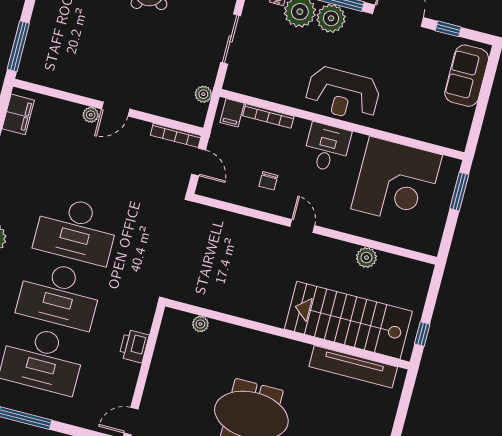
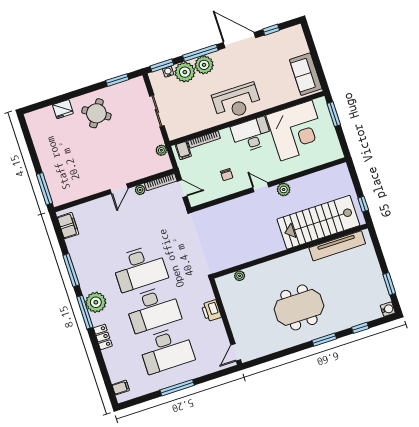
sofa: (467, 76) -> (306, 74), moved
plant: (91, 115) -> (140, 190), moved
desk: (327, 148) -> (251, 135), width x1.37
plant: (366, 258) -> (284, 189), moved

